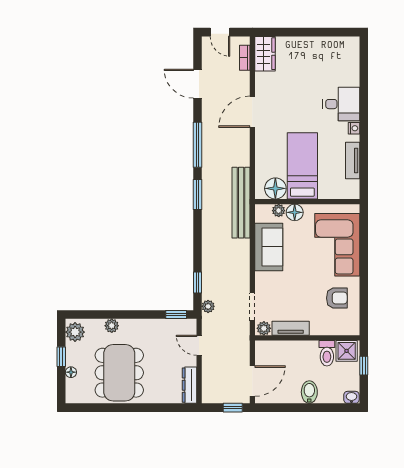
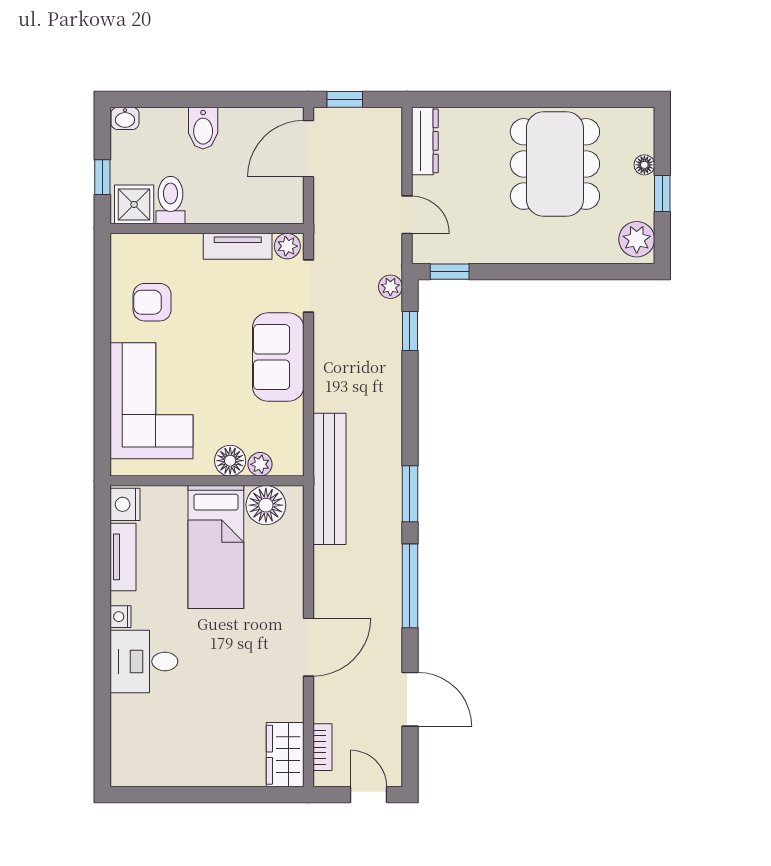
nightstand: (351, 189) -> (125, 504), added
sofa: (269, 247) -> (278, 357), moved
plant: (112, 326) -> (569, 251), removed

